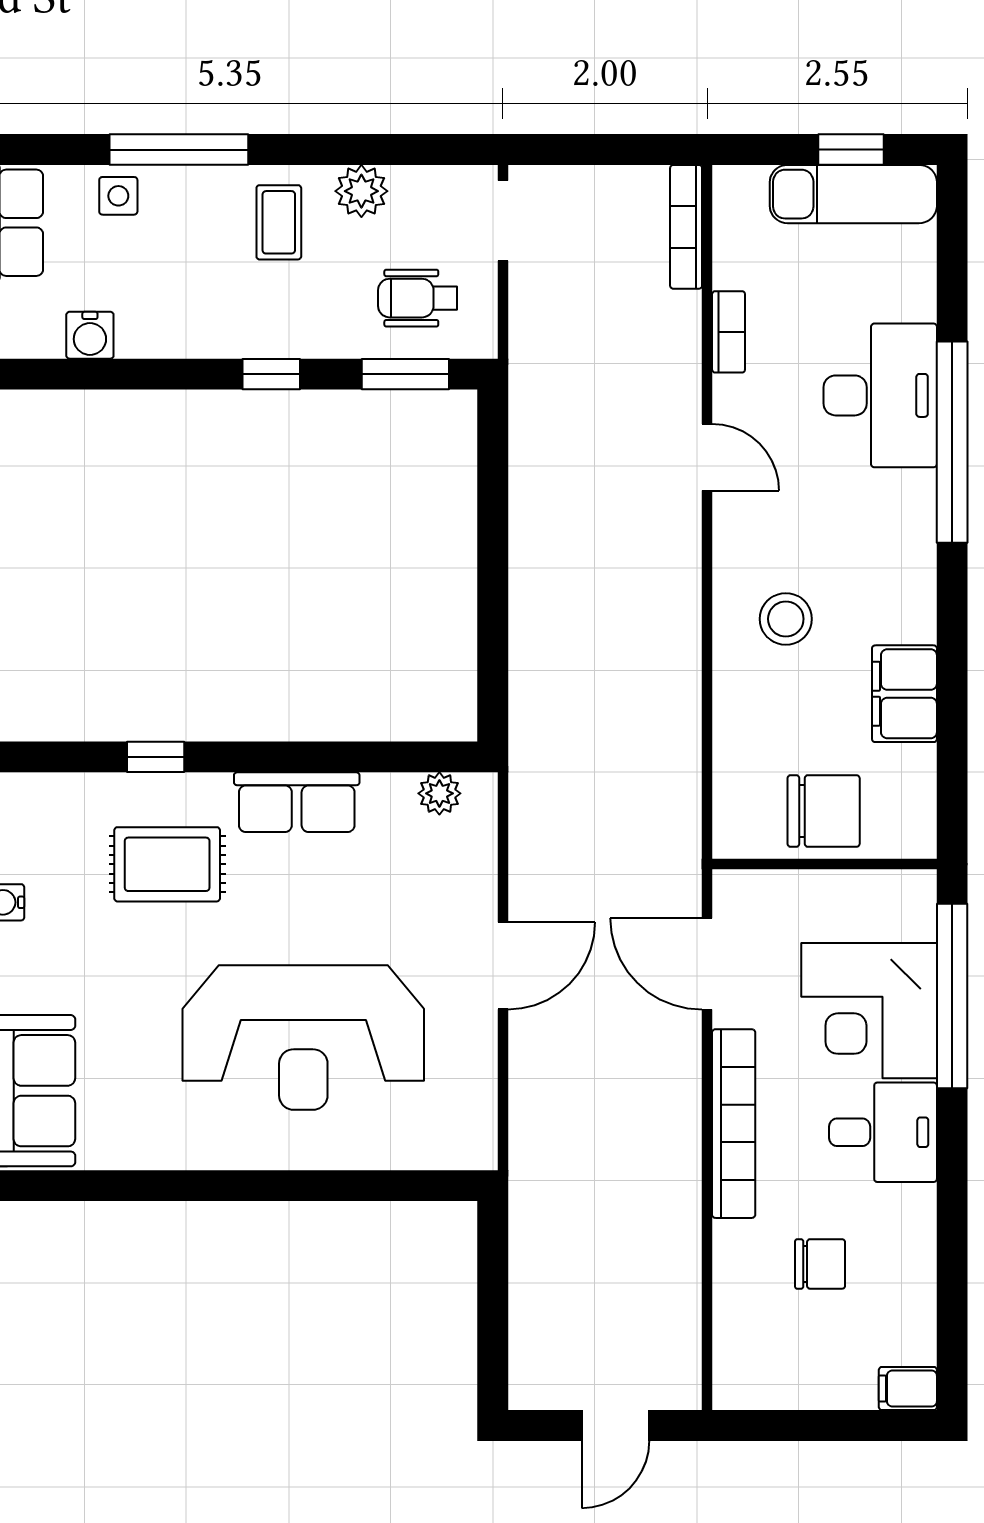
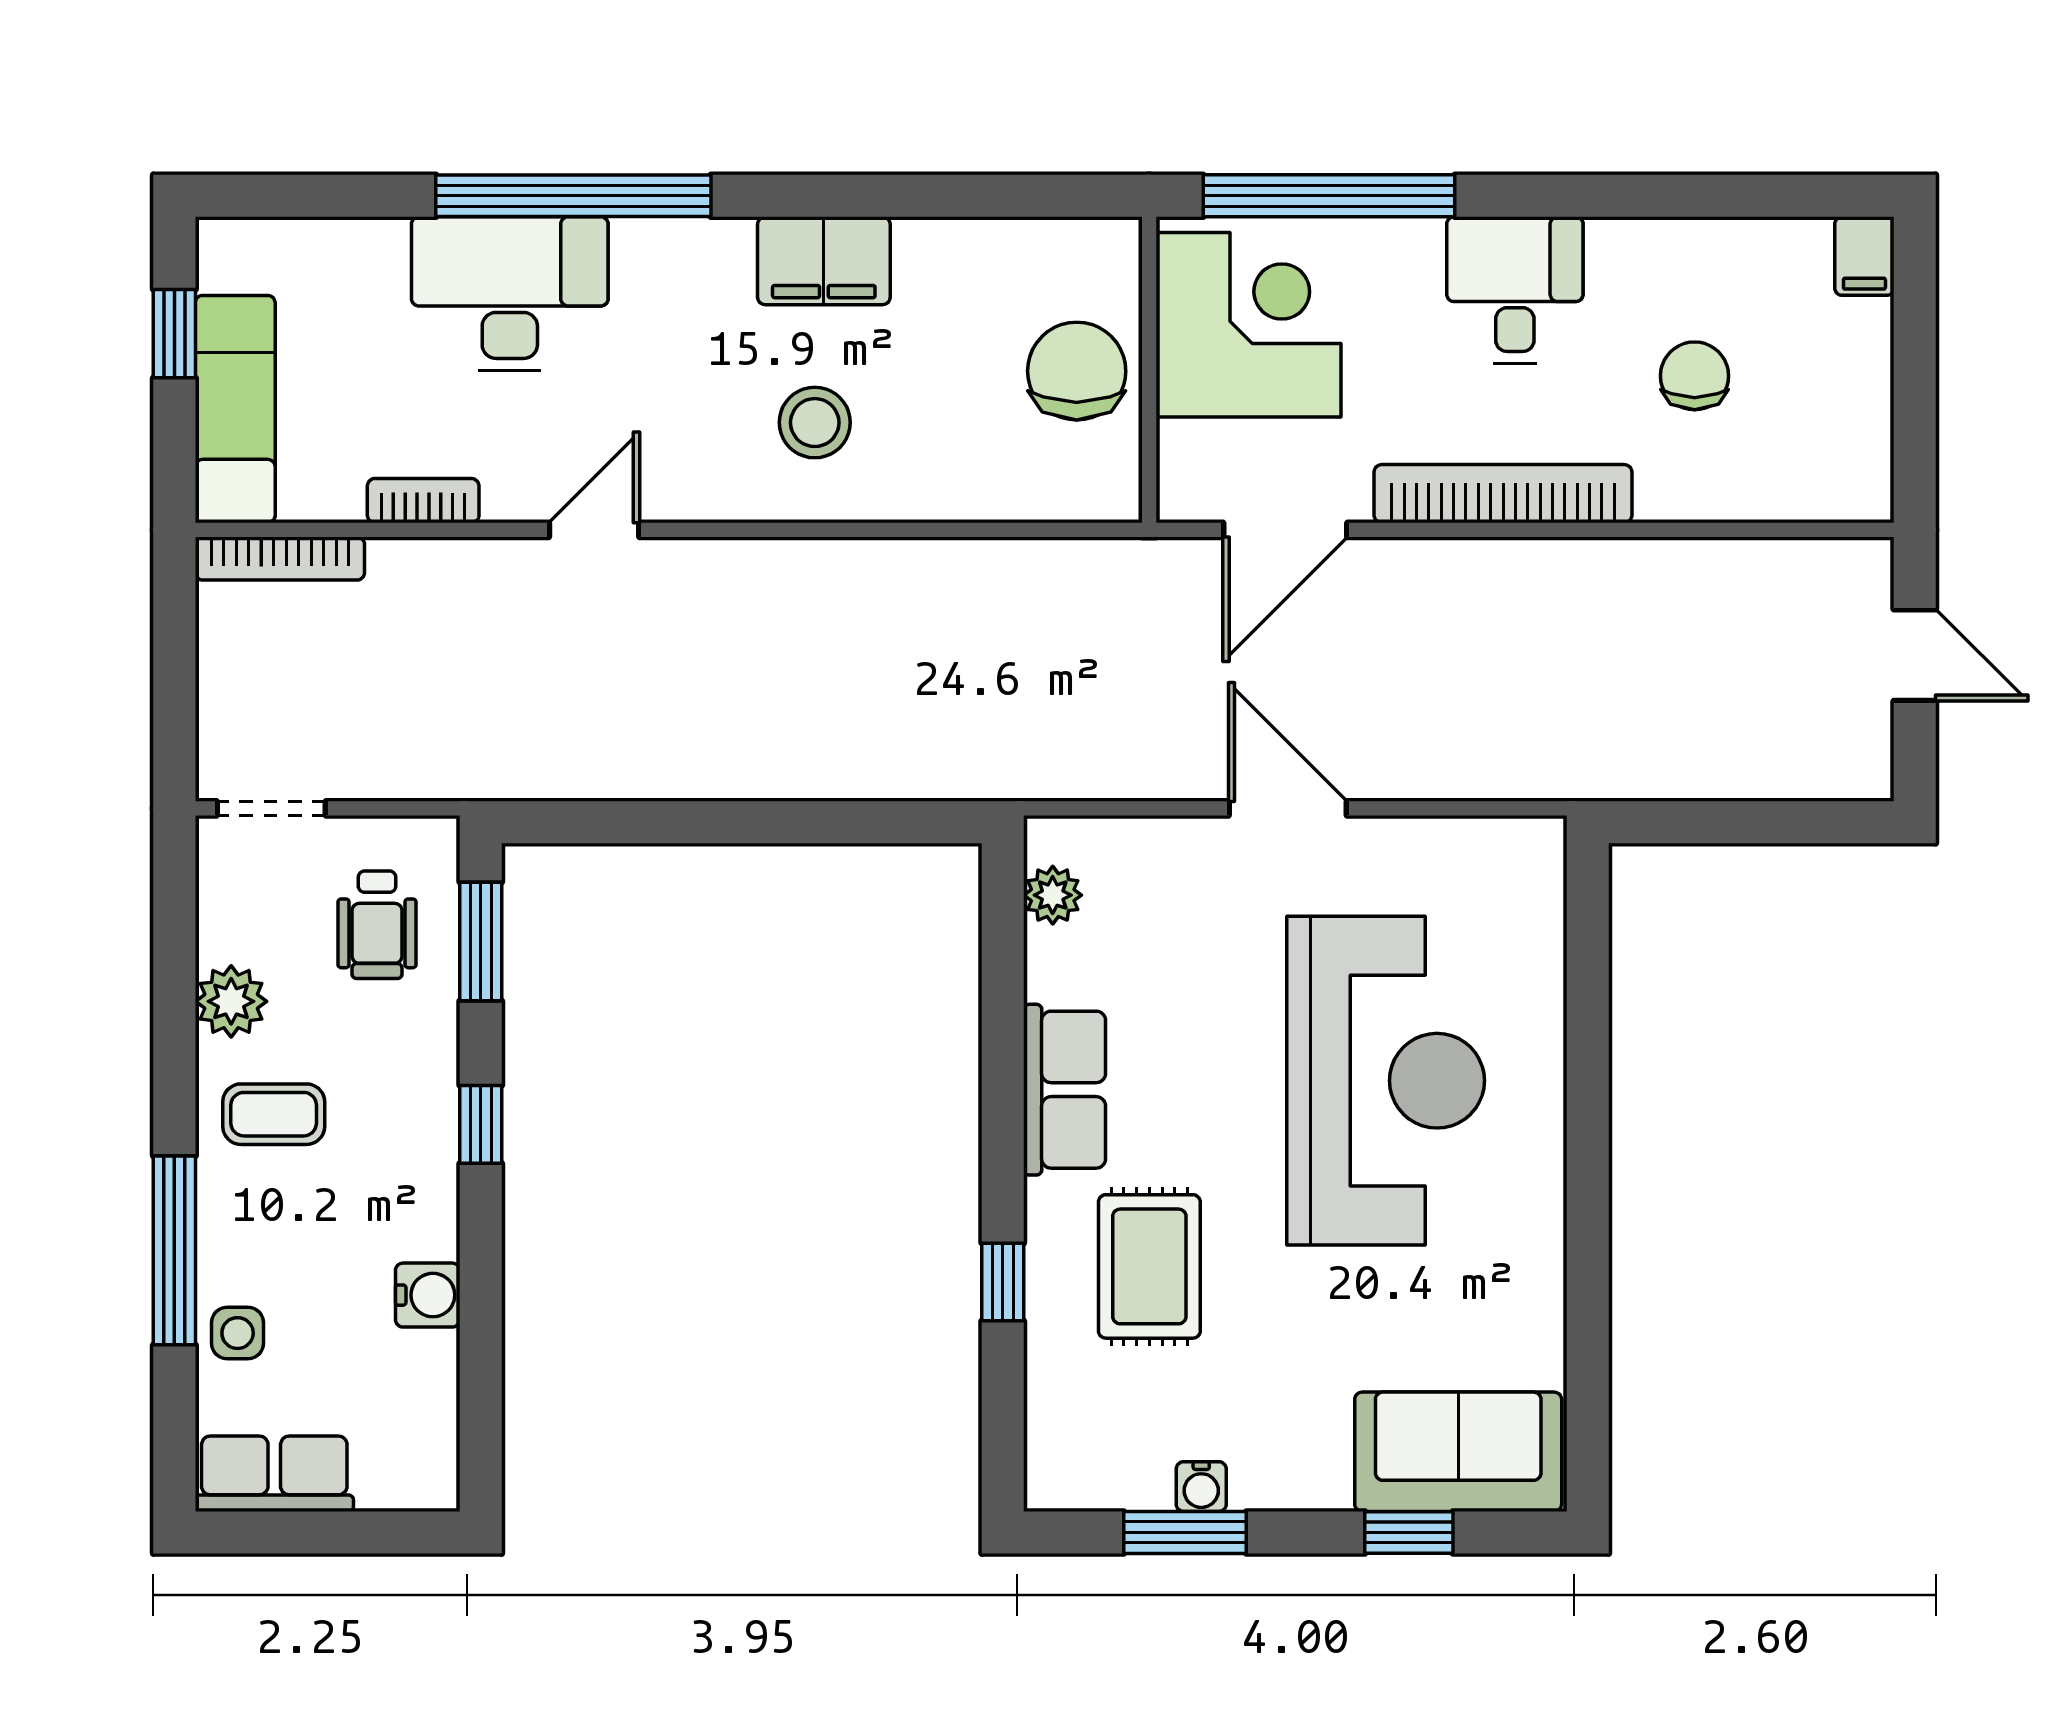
exam couch: (853, 194) -> (235, 409), moved
water cooler: (90, 335) -> (428, 1295), moved
filing cabinet: (904, 694) -> (824, 261), moved
corner desk: (869, 1011) -> (1248, 325), moved, turned -90

